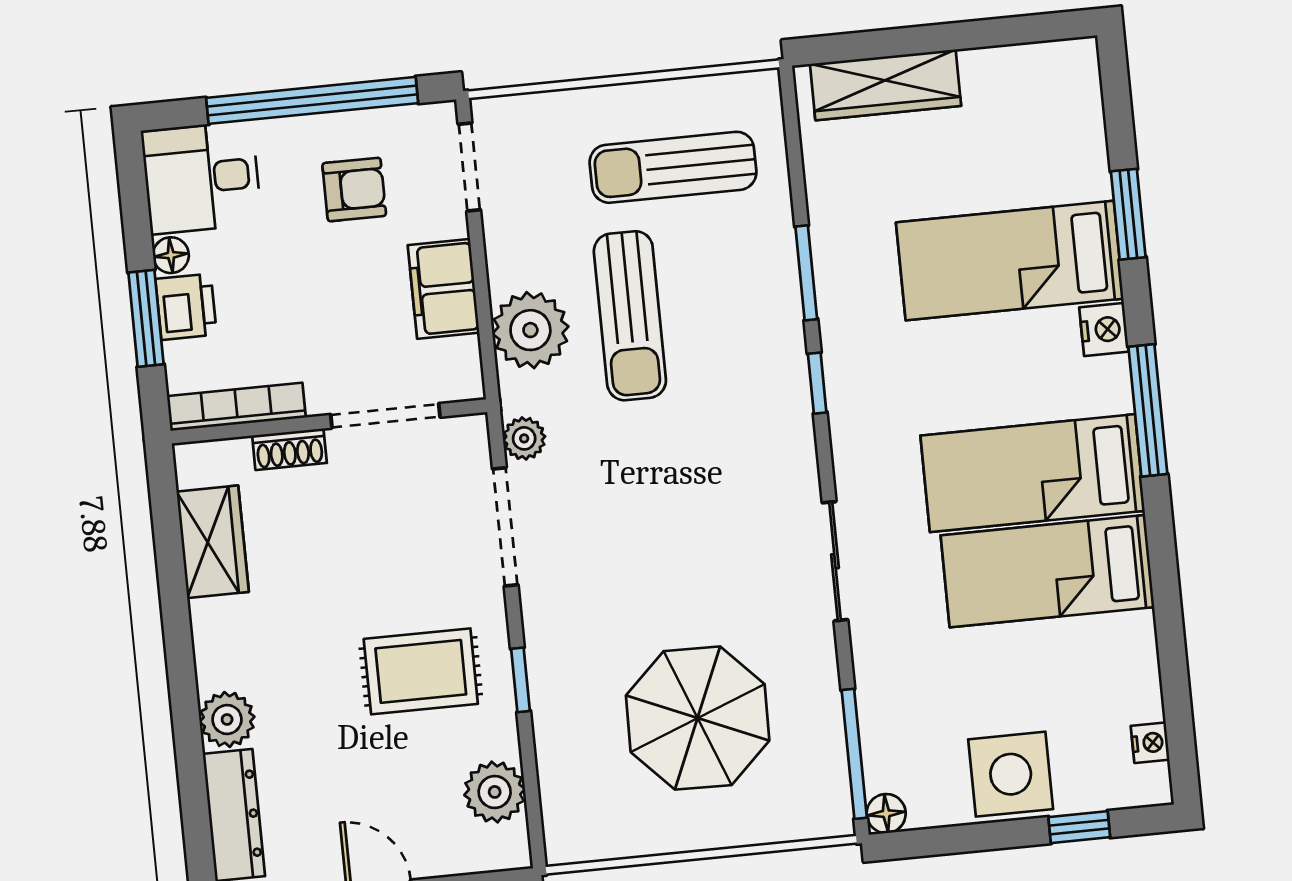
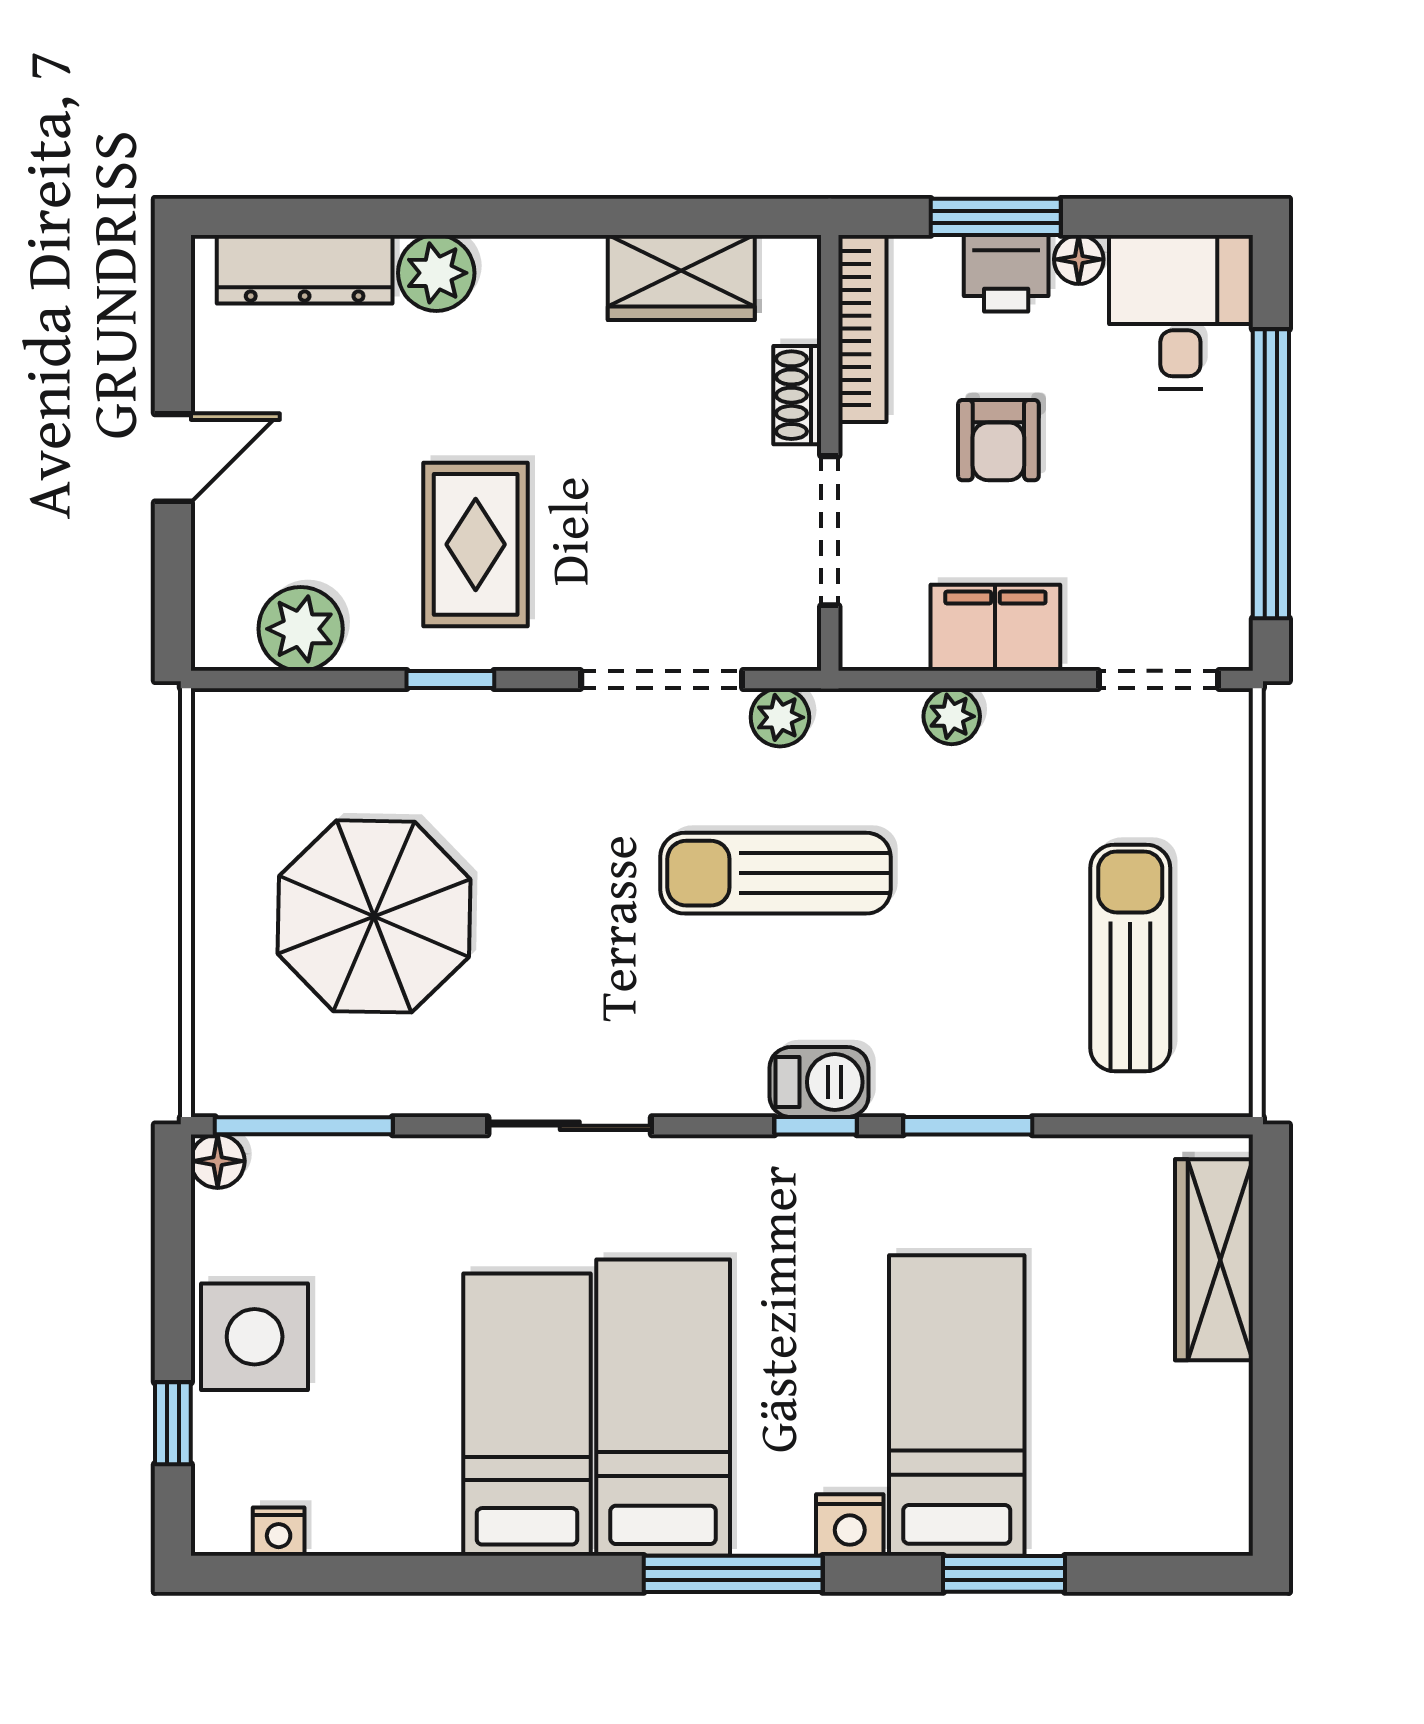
armchair: (354, 190) -> (998, 440), moved
sun lounger: (630, 316) -> (775, 873), moved
plant: (530, 330) -> (952, 716), width x0.53, depth x0.53
barbecue: (785, 384) -> (819, 1082), added

